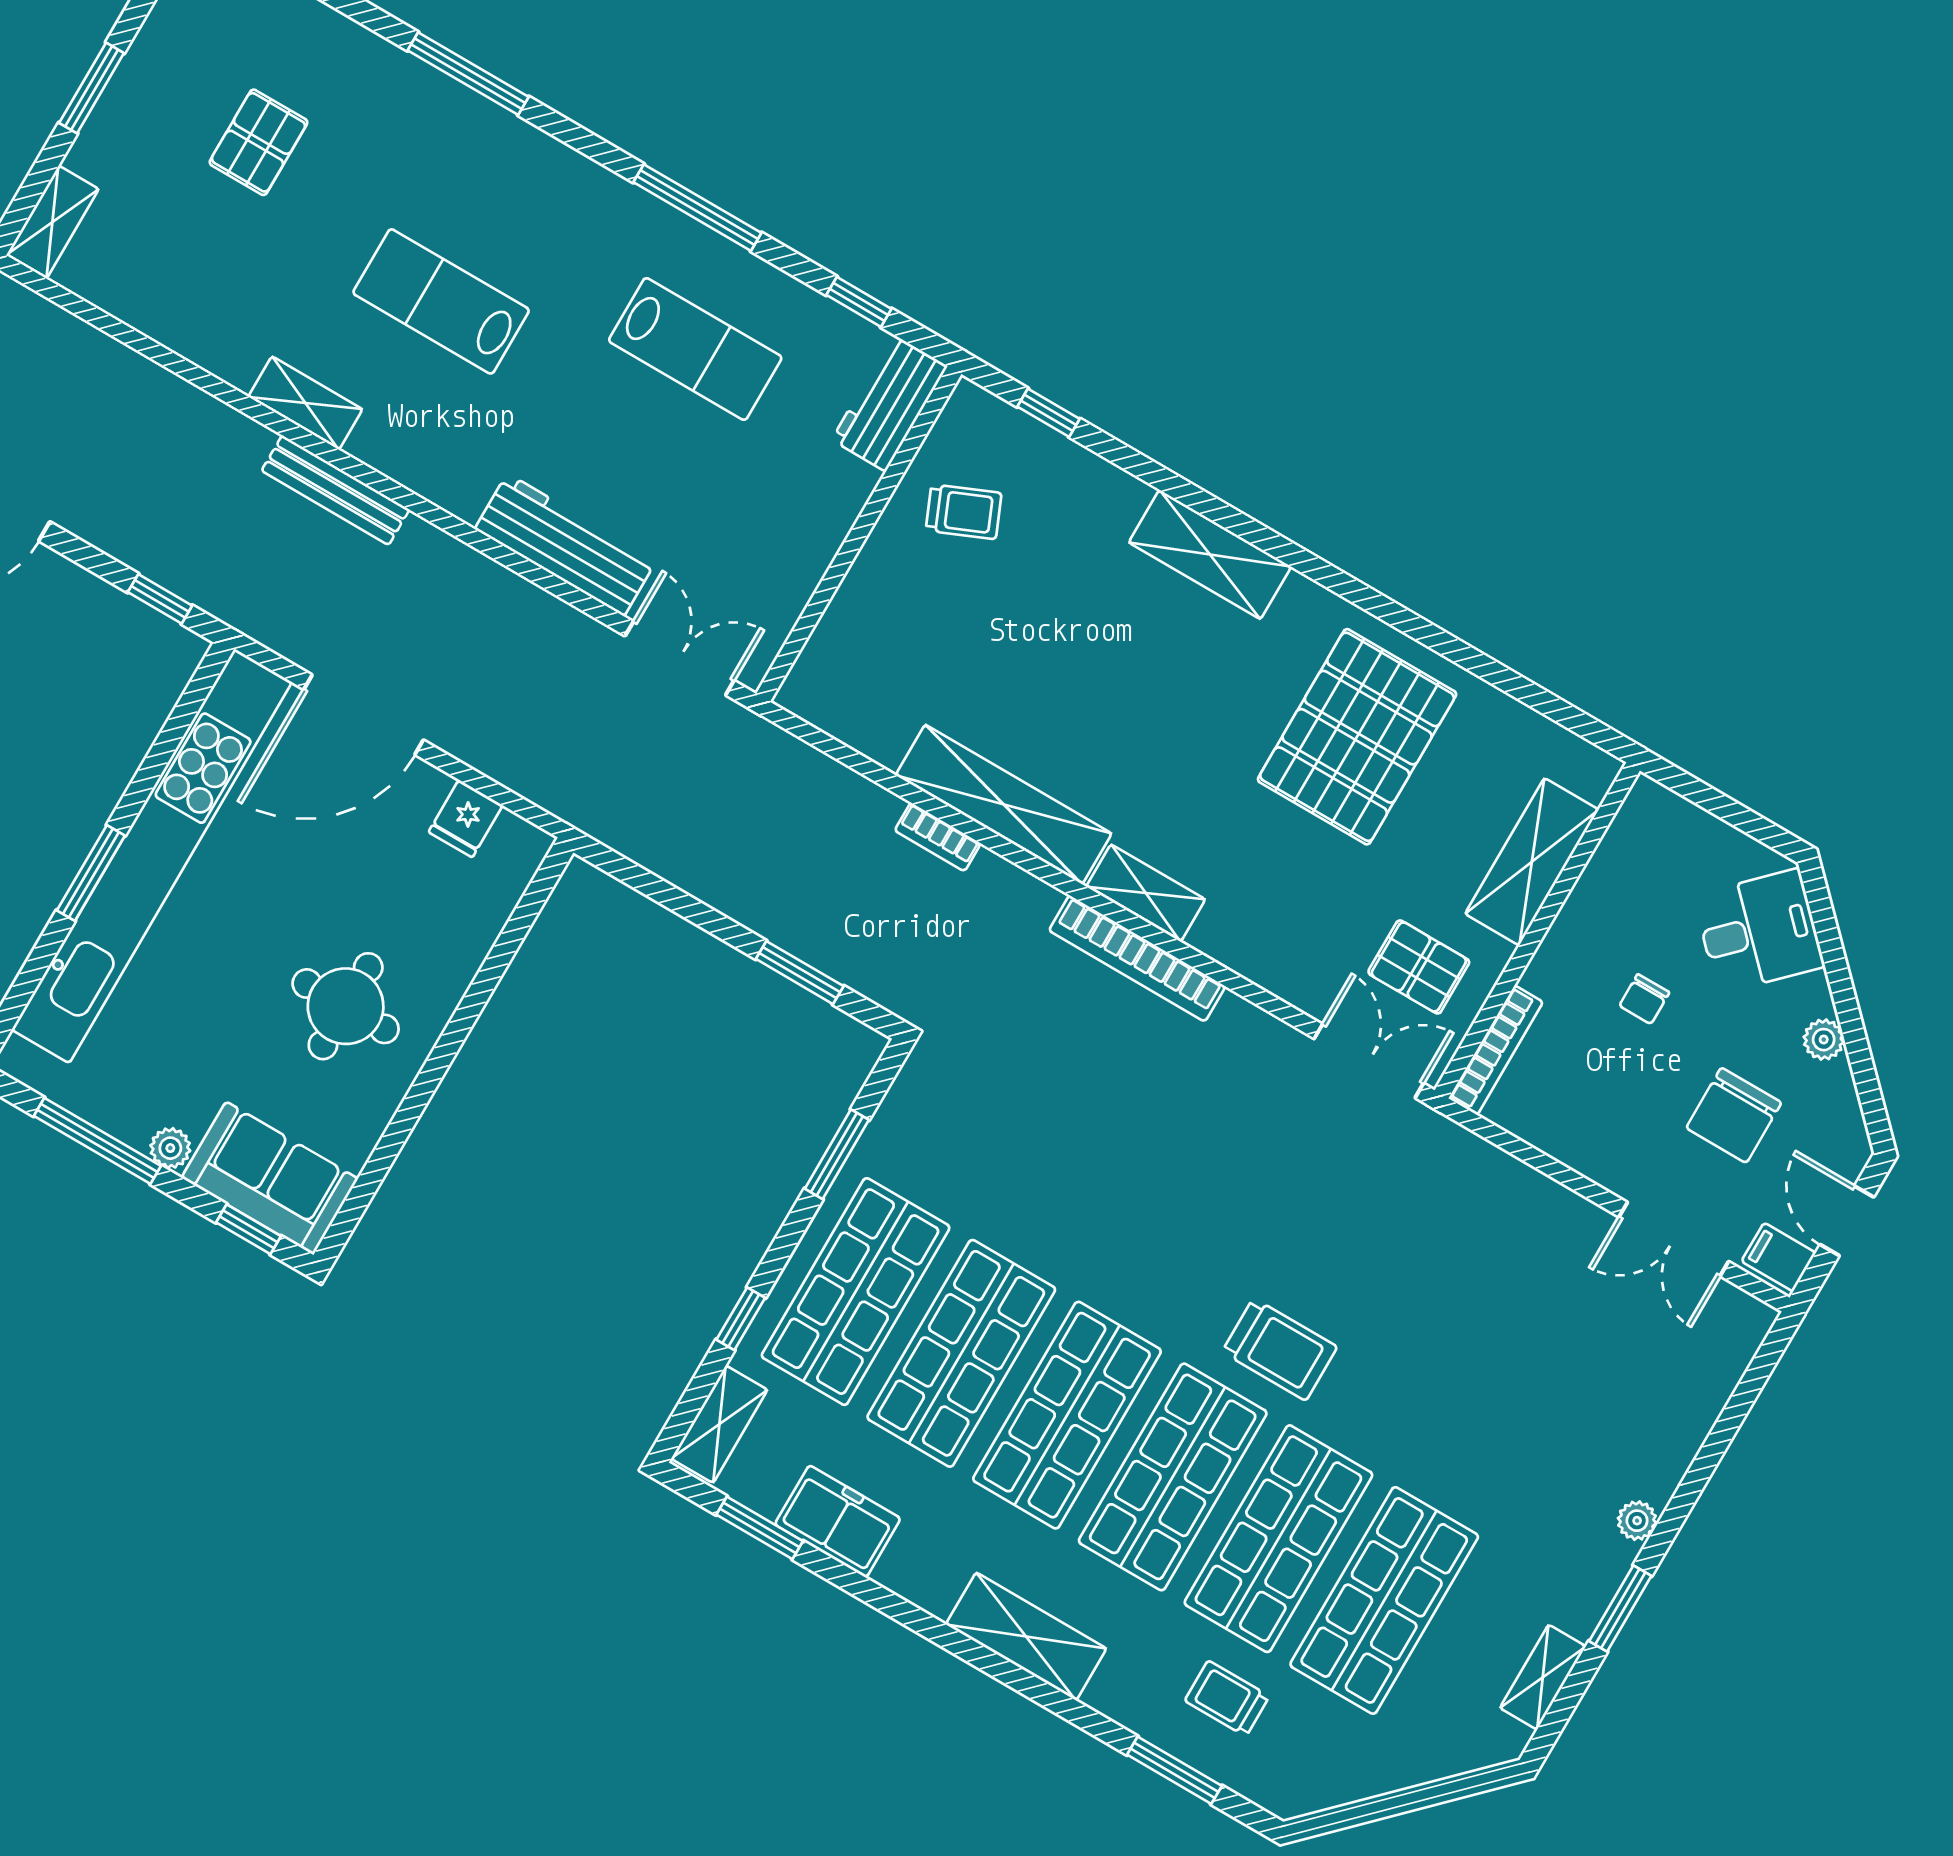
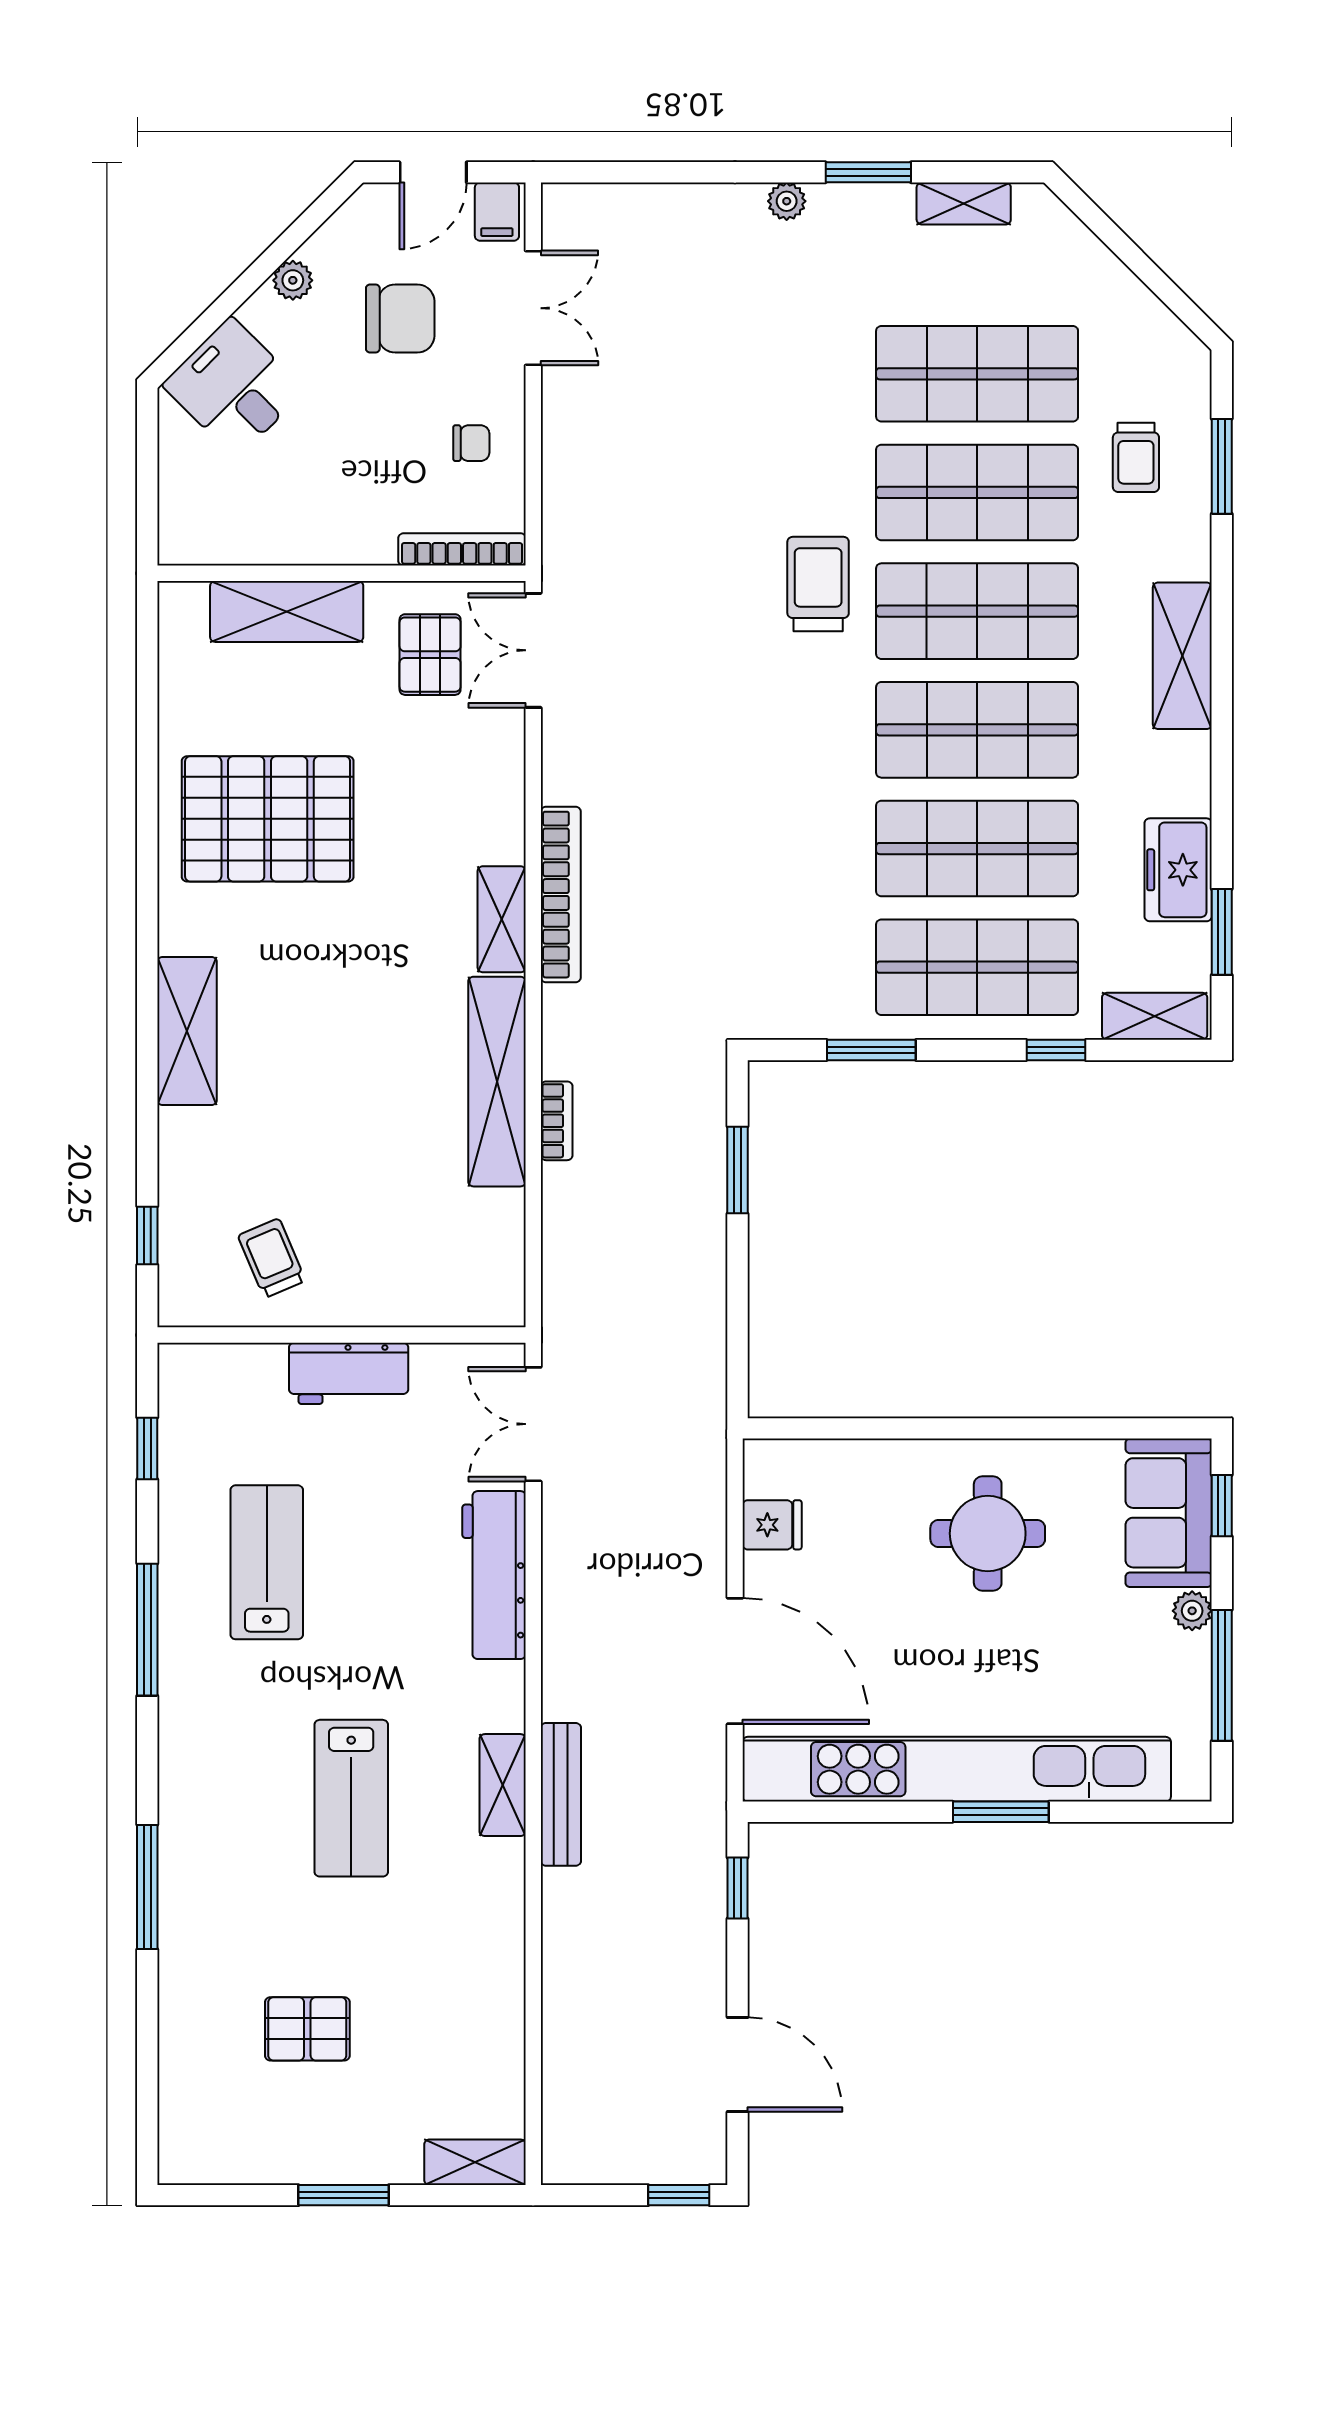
shelving: (305, 403) -> (503, 1785), moved
workbench: (890, 403) -> (349, 1373), moved
chair: (1644, 999) -> (471, 443), moved

